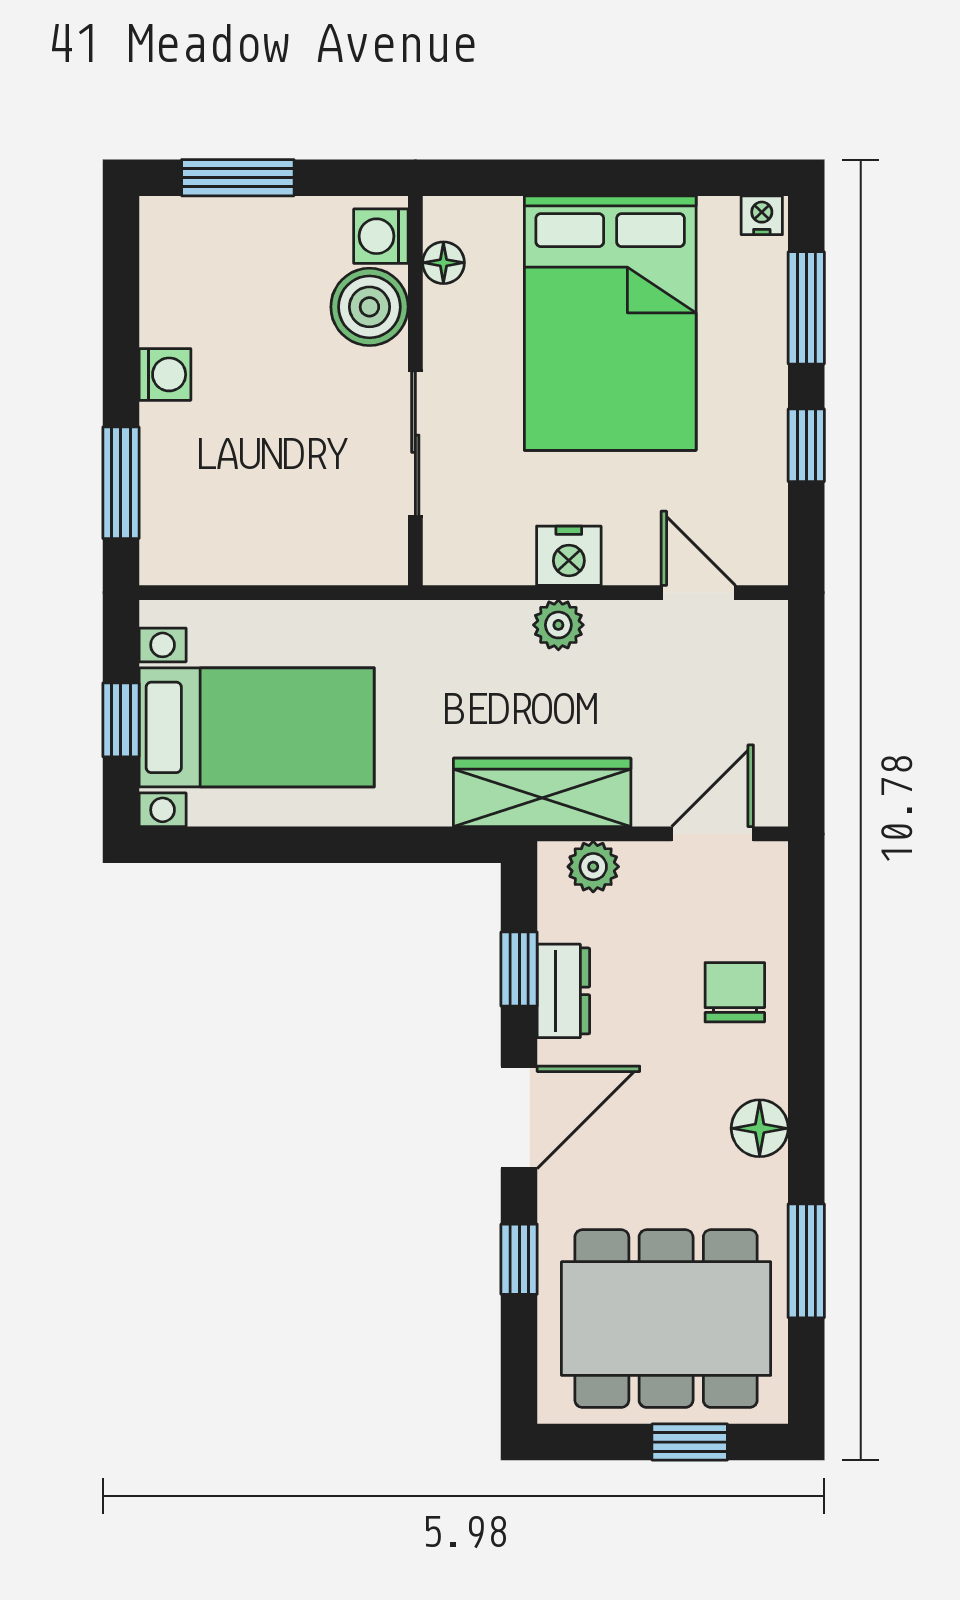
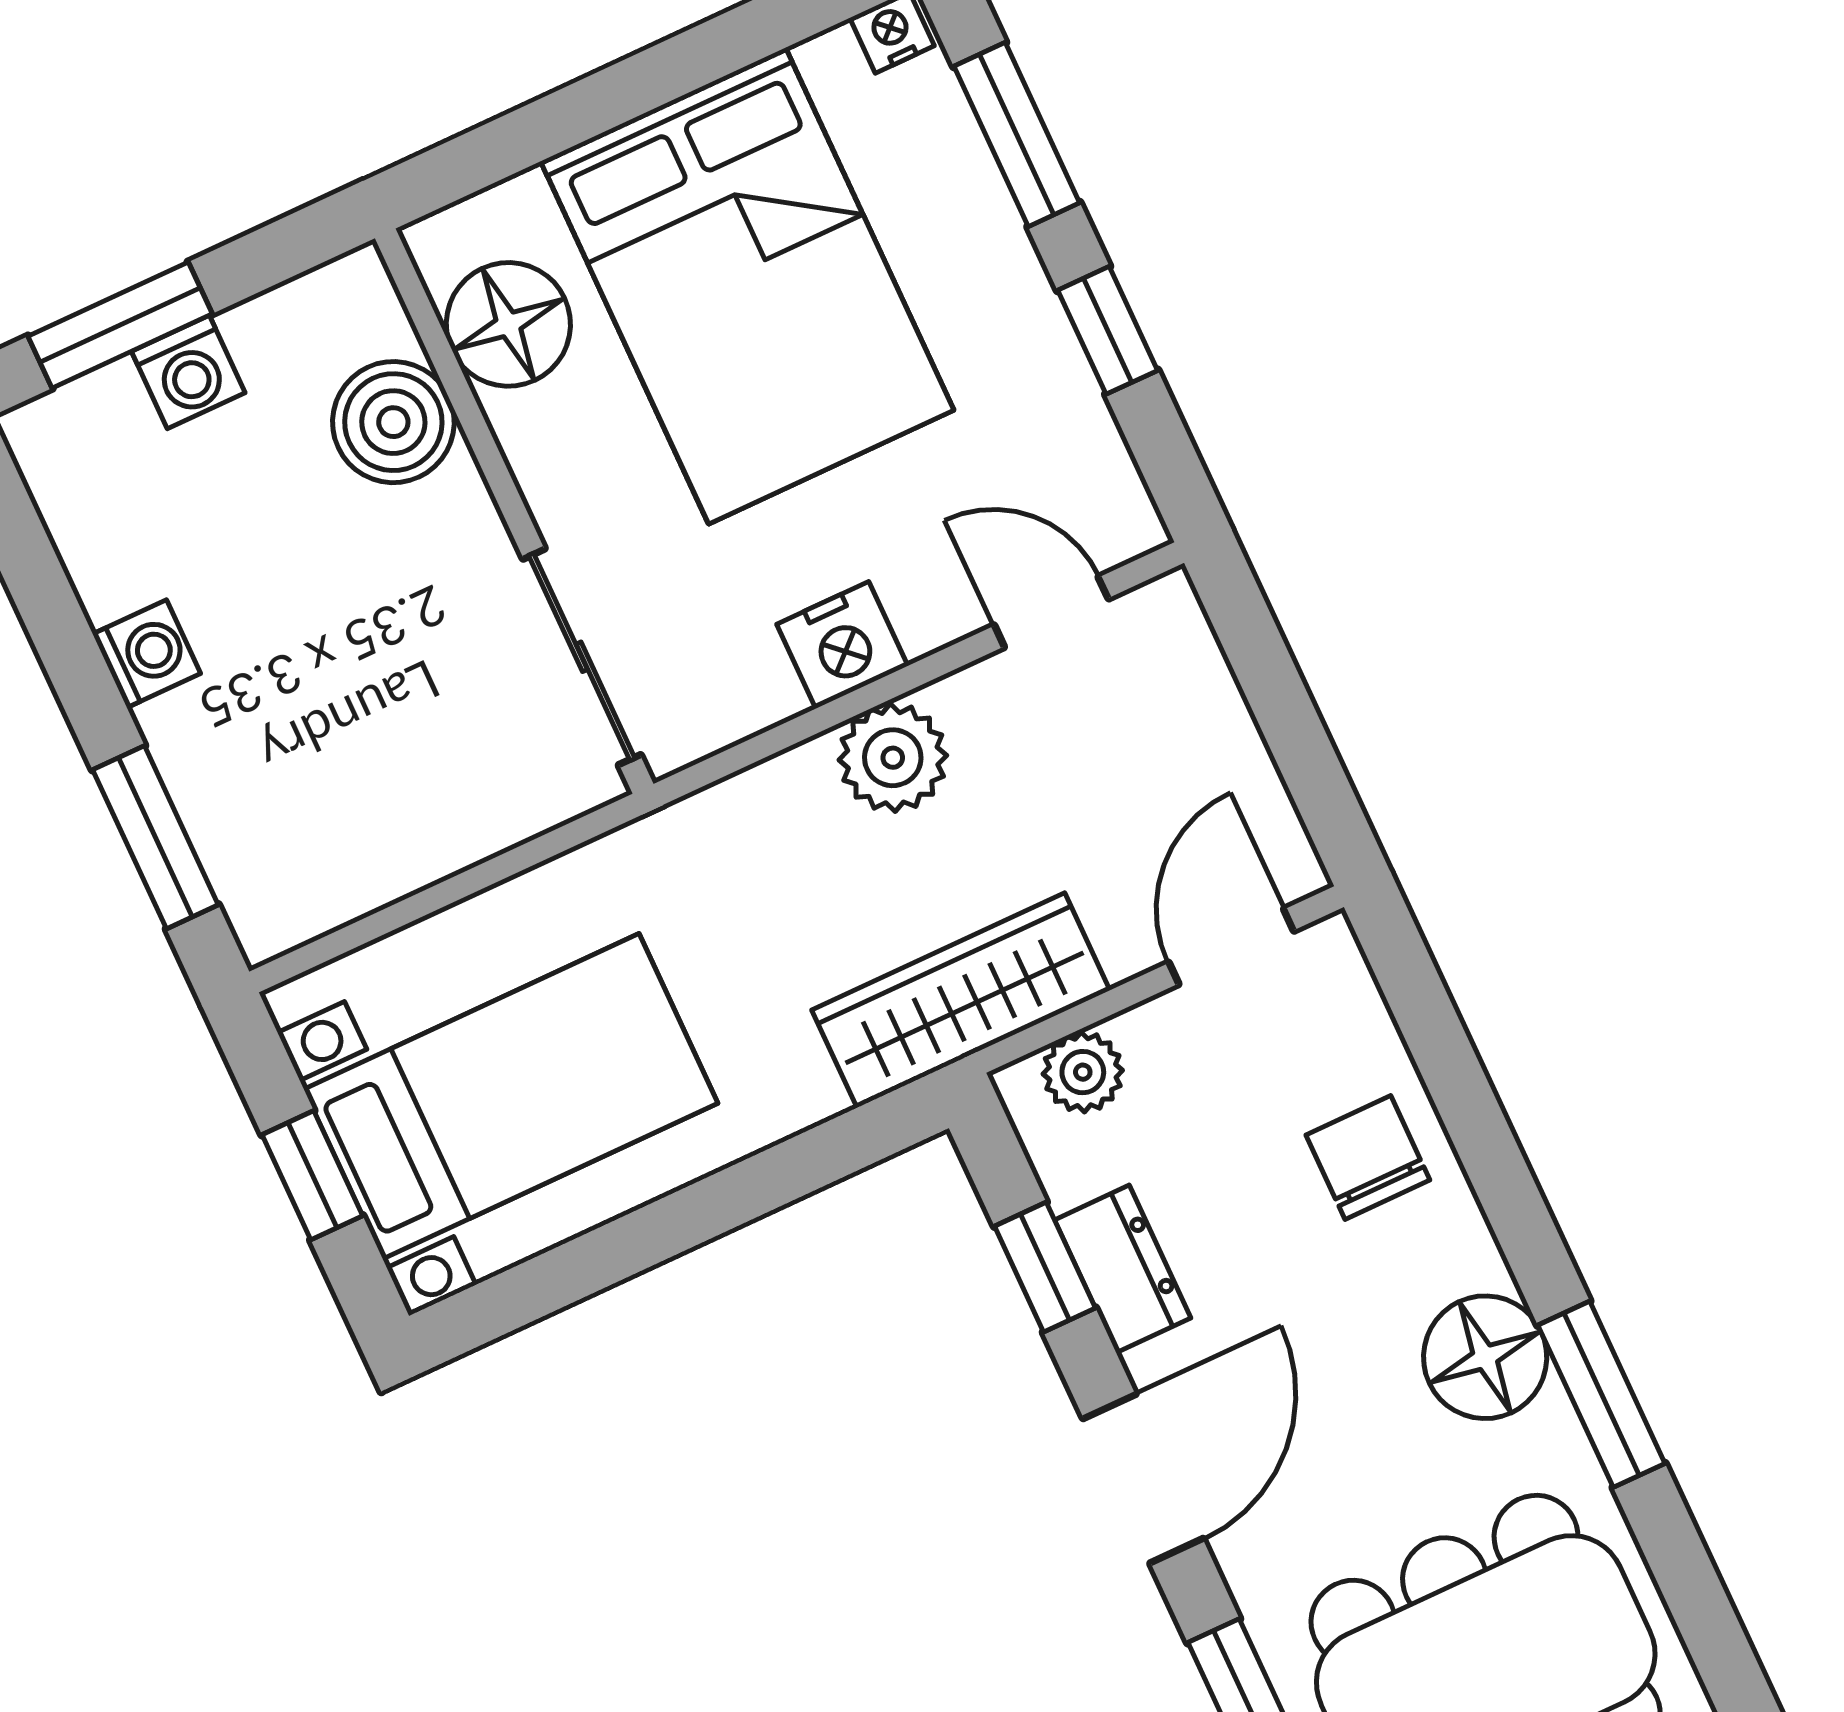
washing machine: (381, 236) -> (188, 372), moved, turned -90
floor lamp: (443, 263) -> (508, 324), width x1.89, depth x1.89
sliding door: (415, 444) -> (582, 657), moved
plant: (558, 625) -> (893, 758), width x1.38, depth x1.38
floor lamp: (760, 1128) -> (1485, 1357), width x1.38, depth x1.38
window: (806, 1261) -> (1601, 1394), moved

